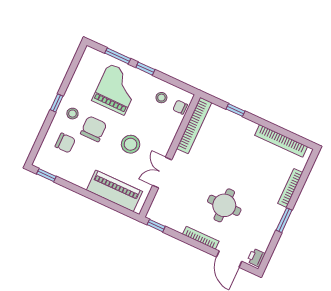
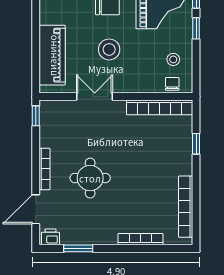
window: (284, 220) -> (78, 248), moved

